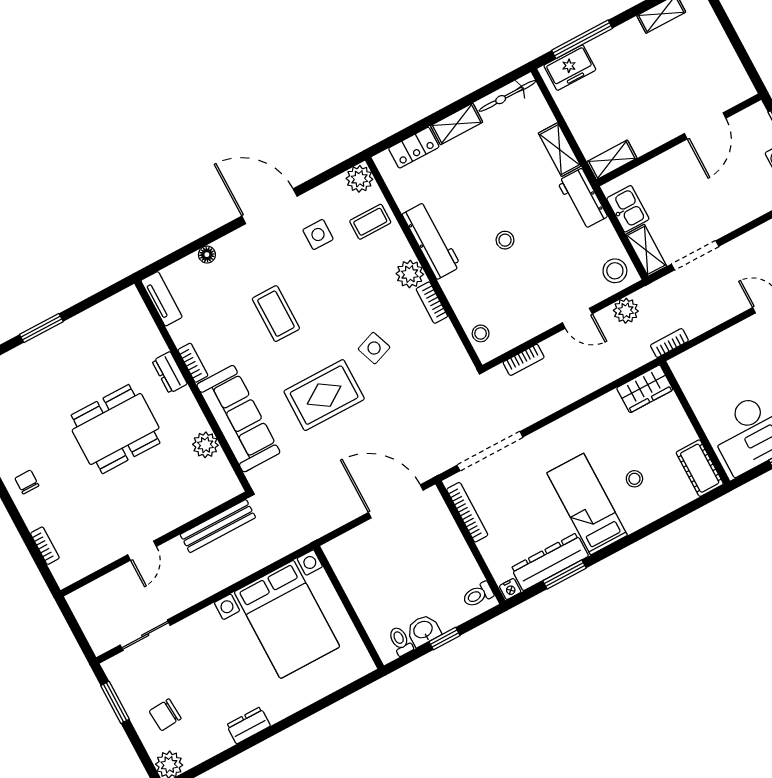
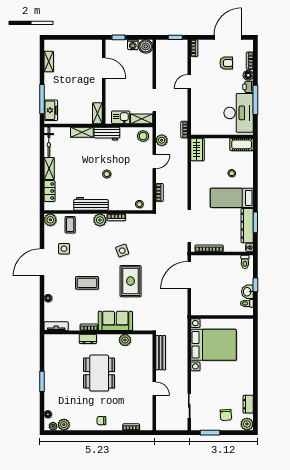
sofa: (238, 419) -> (115, 321), width x0.73
dresser: (248, 725) -> (248, 404), moved

